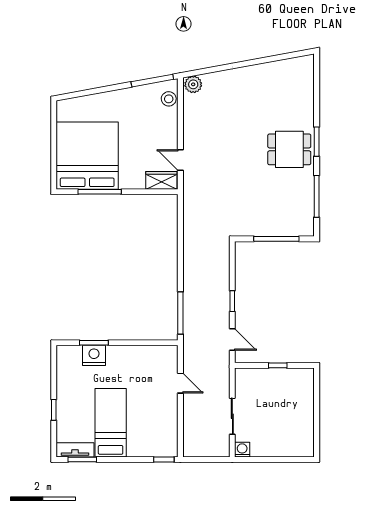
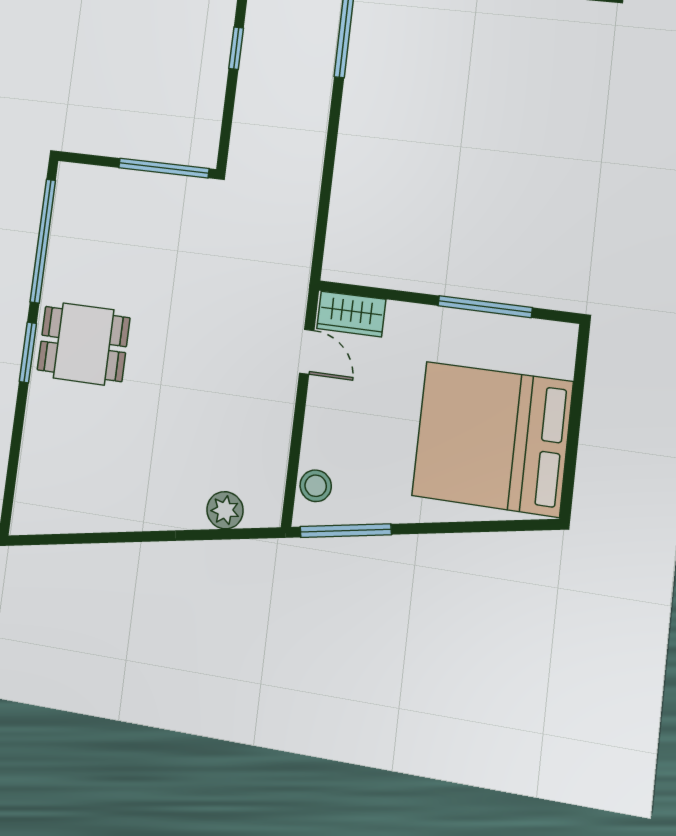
plant: (193, 84) -> (225, 510), moved
bed: (87, 156) -> (492, 439), moved, turned 90
window: (317, 196) -> (43, 241), width x1.46
window: (276, 239) -> (164, 168), moved

